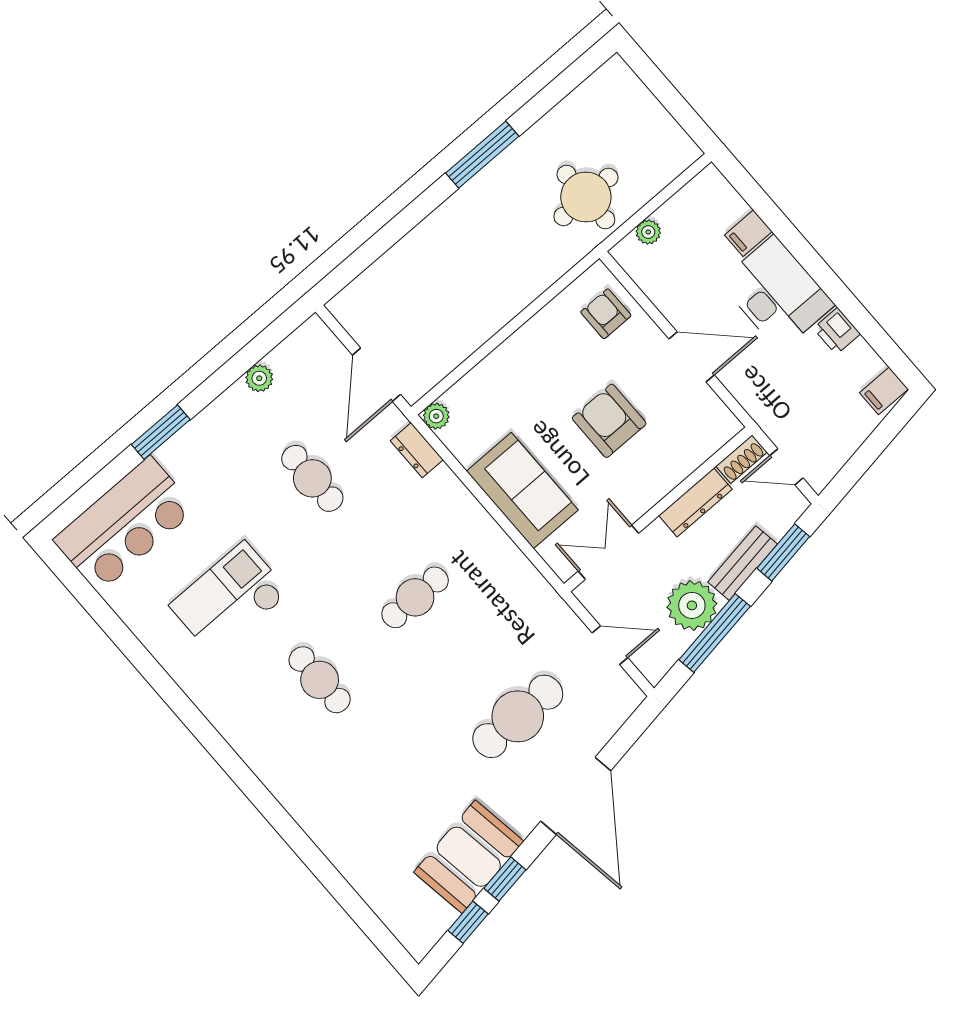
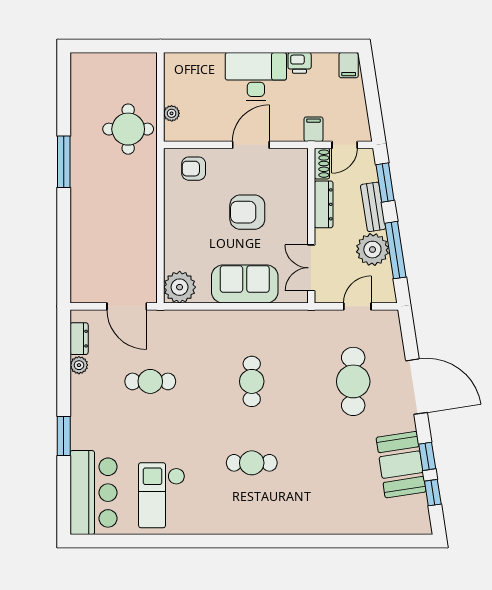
filing cabinet: (748, 233) -> (313, 129), moved, turned 180
plant: (436, 416) -> (180, 287), width x1.88, depth x1.88
dresser: (417, 450) -> (79, 339), moved, turned -90
checkout: (229, 599) -> (162, 495), moved

